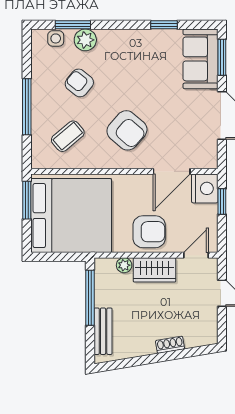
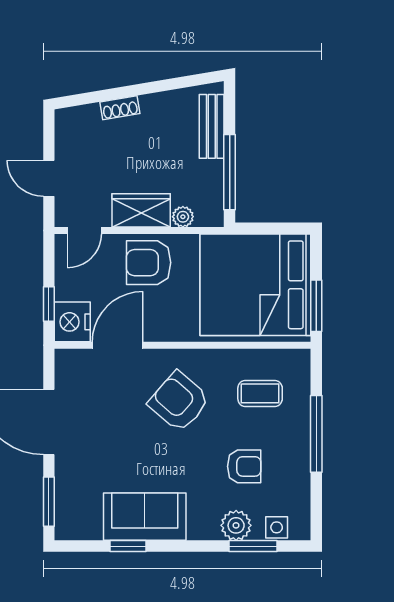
sofa: (200, 59) -> (145, 517), moved, turned -90
armchair: (79, 83) -> (244, 466), turned -39
coffee table: (68, 136) -> (260, 393), turned 40

